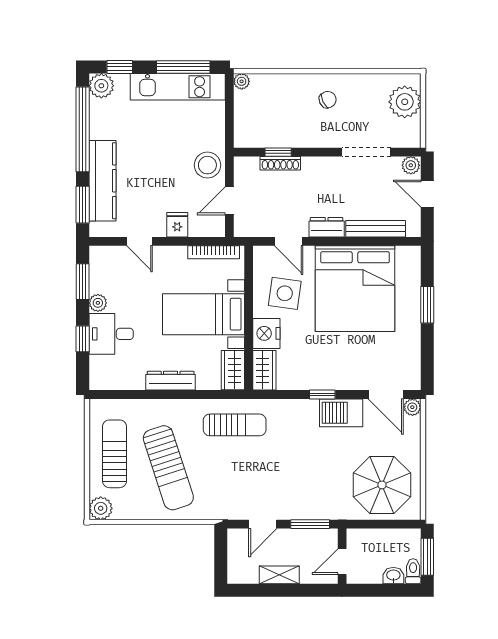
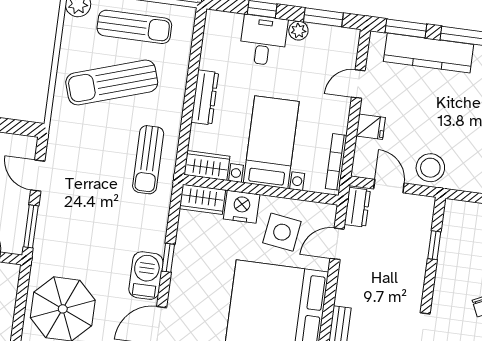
shoe rack: (280, 163) -> (422, 246), removed
dresser: (327, 227) -> (357, 207), moved

